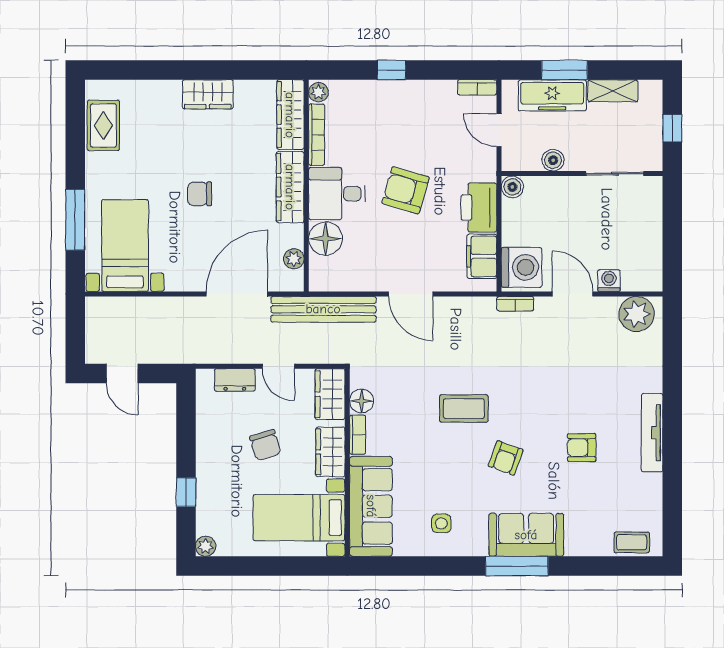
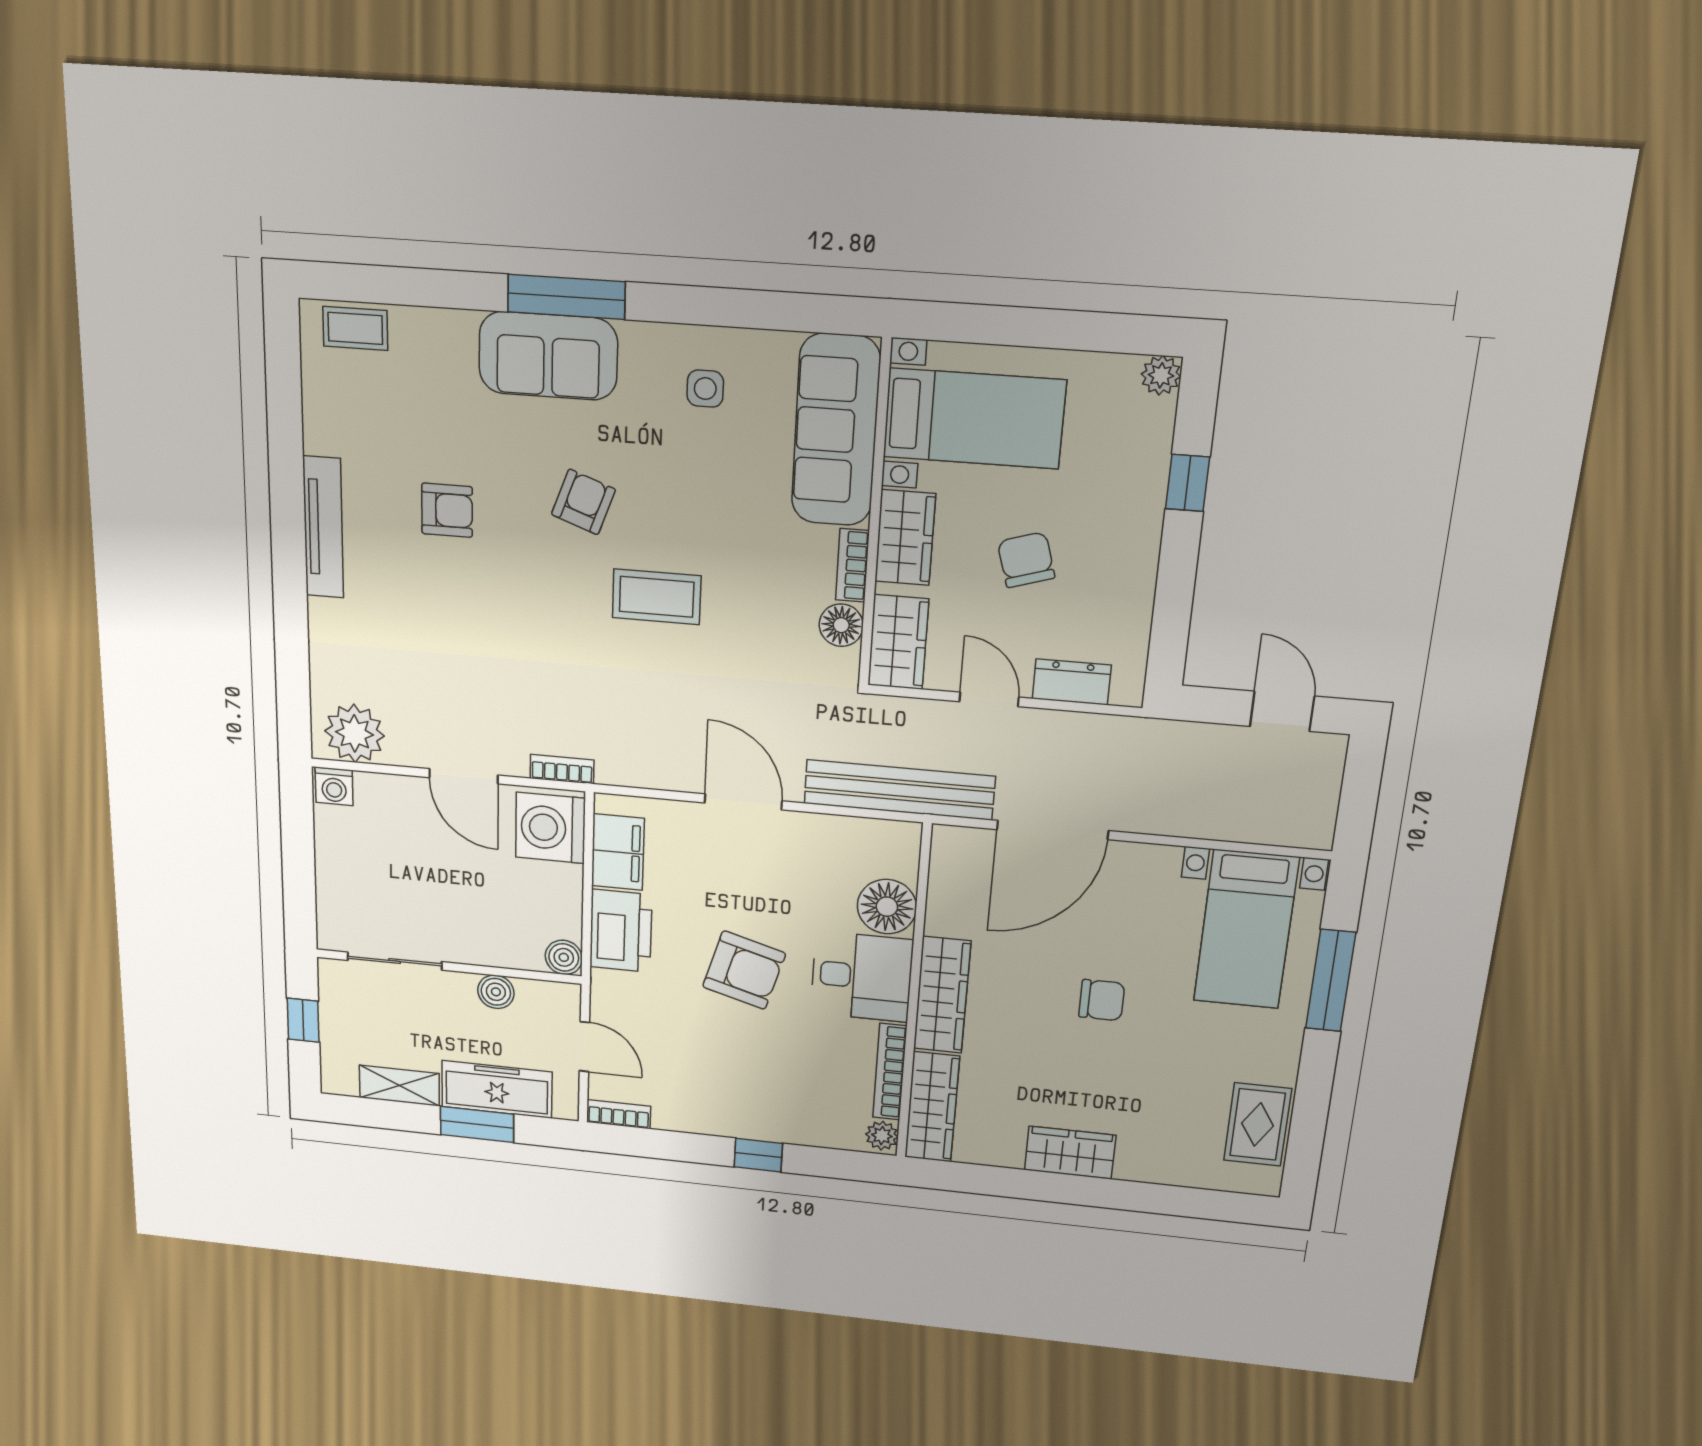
plant: (294, 259) -> (945, 879), removed
washing machine: (609, 281) -> (334, 786), moved

